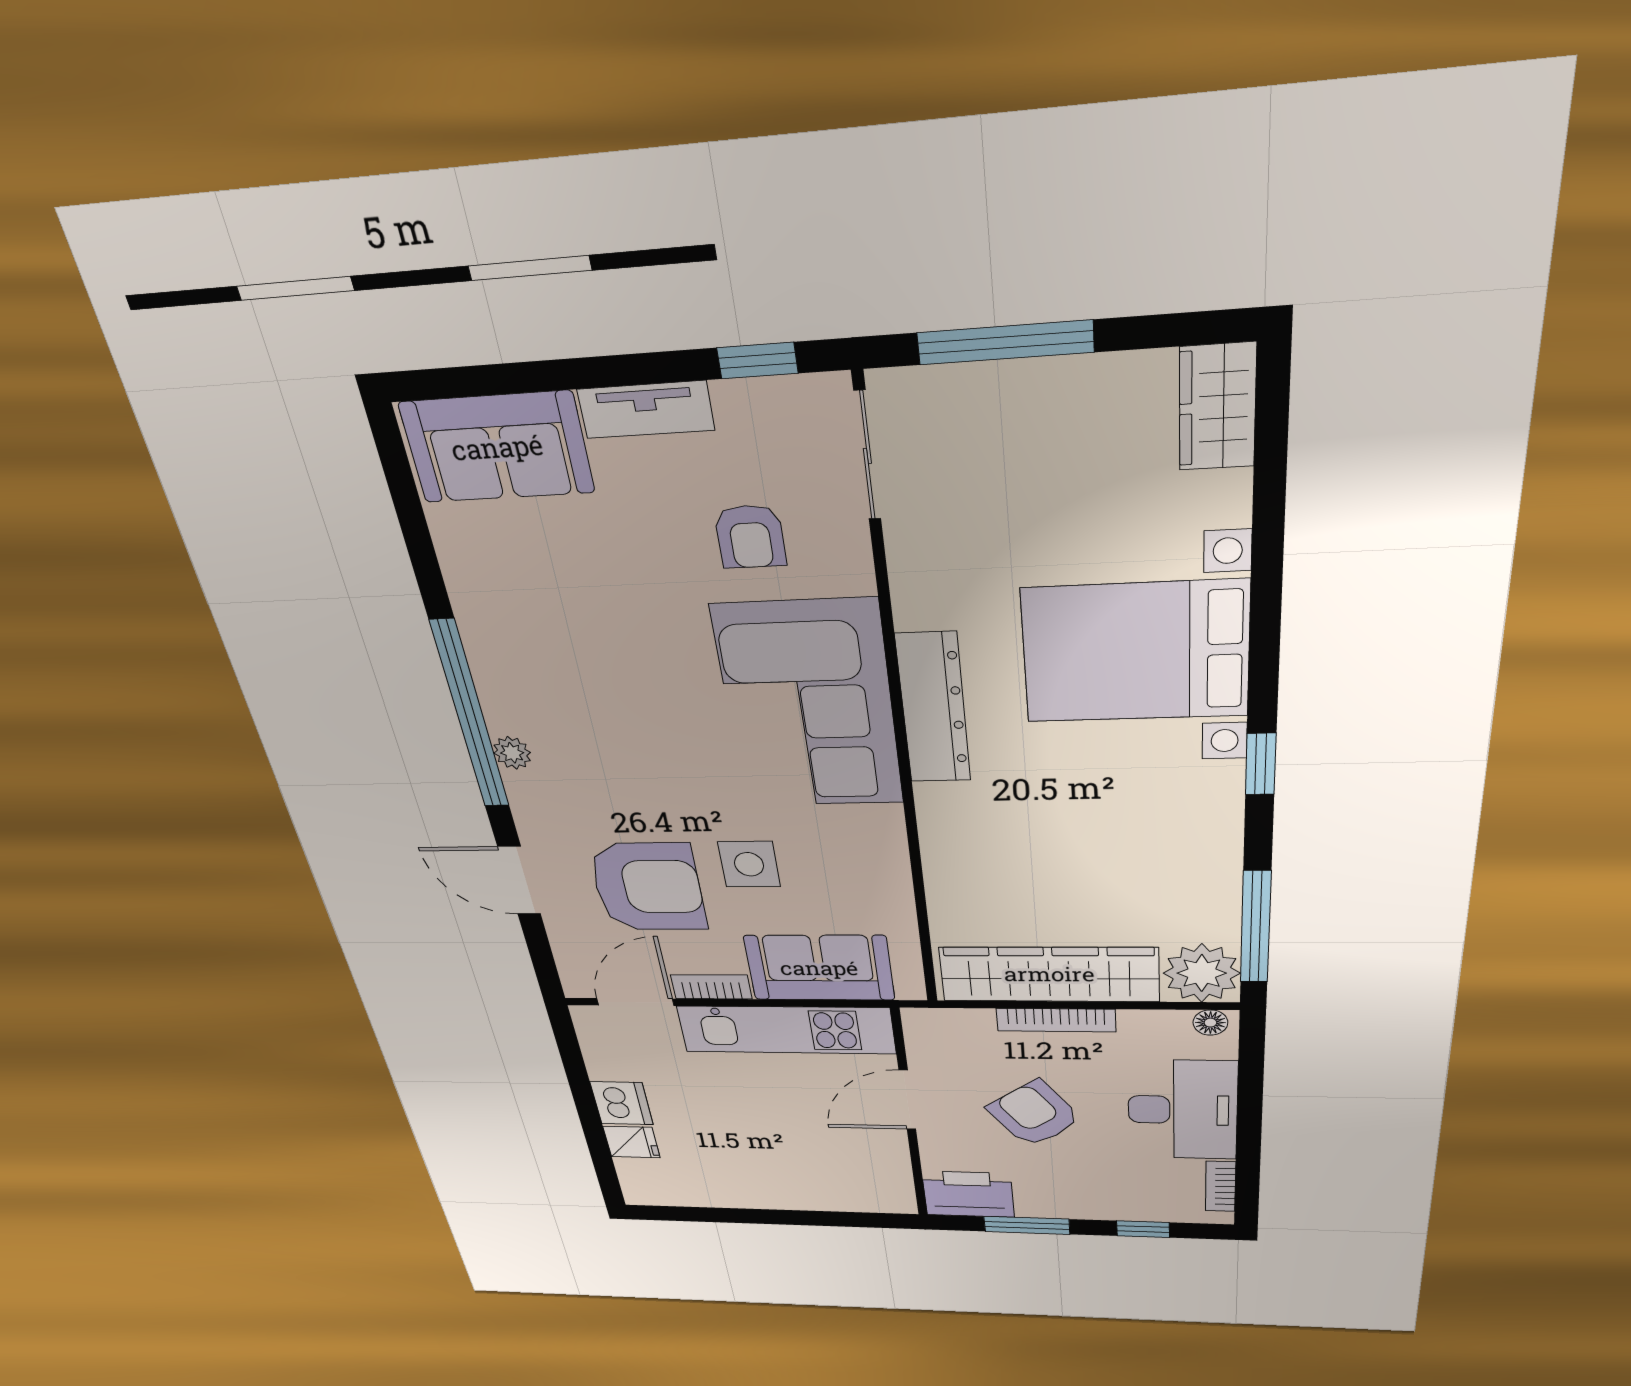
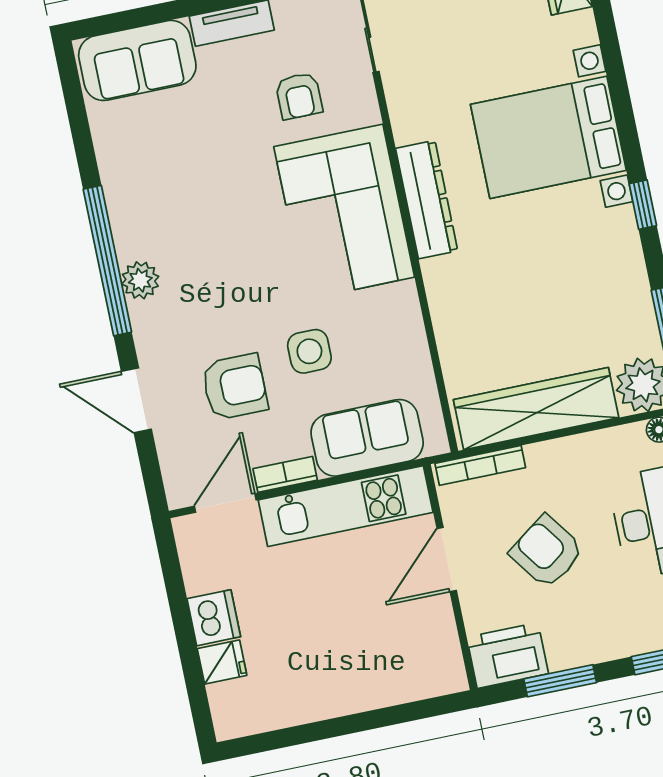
plant: (512, 753) -> (140, 280), width x1.38, depth x1.38
armchair: (648, 887) -> (235, 387), width x0.73, depth x0.73
bookcase: (1056, 1020) -> (480, 465), moved

